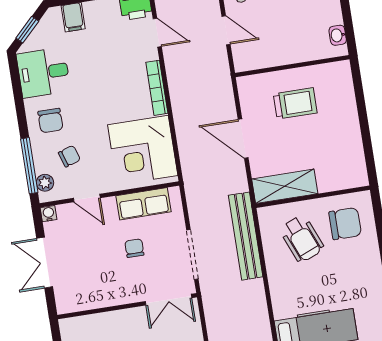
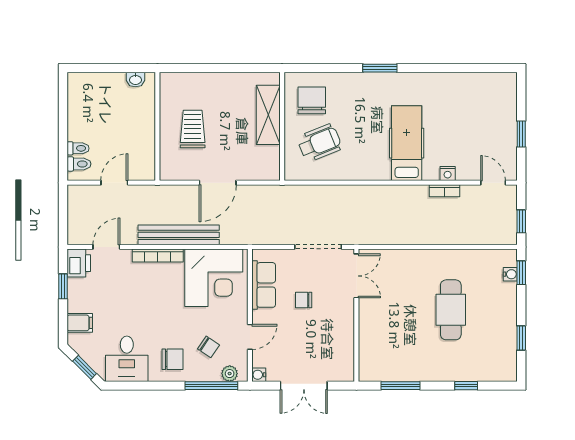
chair: (69, 156) -> (208, 347), turned 142
shelving: (285, 186) -> (268, 115), moved
bench: (246, 236) -> (179, 235), moved

